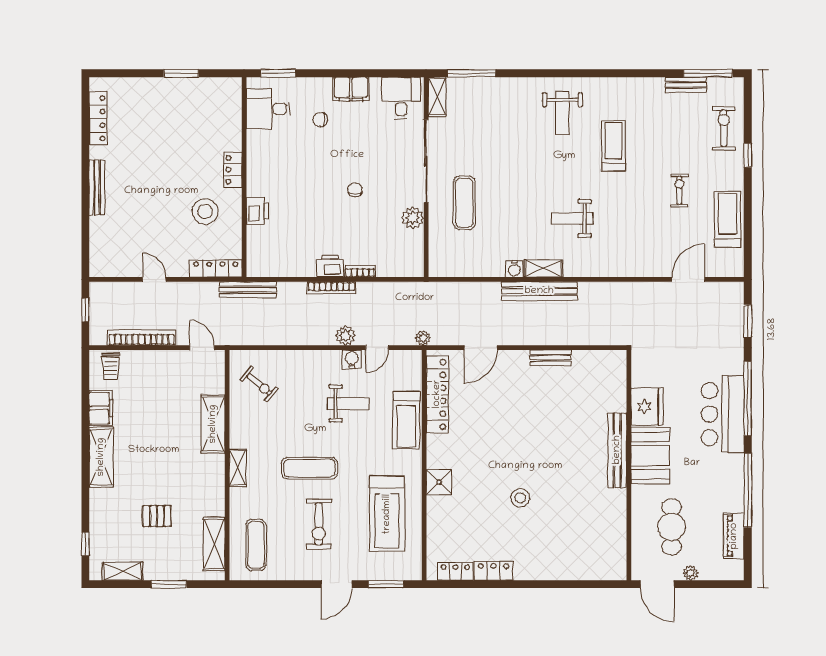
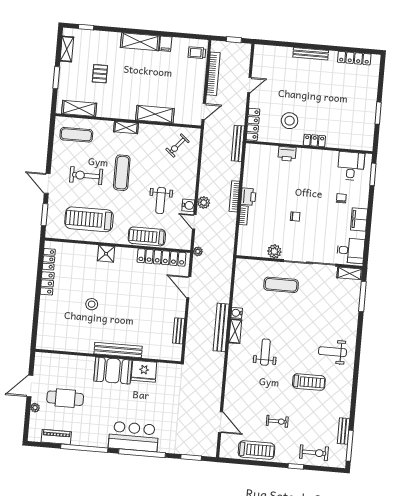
fridge: (647, 407) -> (144, 371), moved
filing cabinet: (101, 408) -> (166, 44), width x0.50
bench: (617, 450) -> (118, 350), moved
booth: (650, 456) -> (113, 371), moved
wall: (629, 465) -> (108, 357), moved

